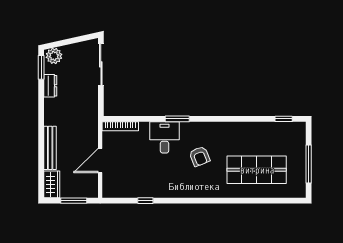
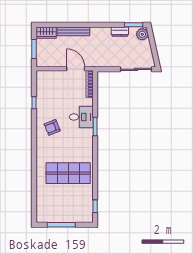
armchair: (200, 156) -> (52, 127), moved
door: (100, 161) -> (76, 69), moved
shop shelf: (257, 170) -> (68, 173), moved, turned 90

